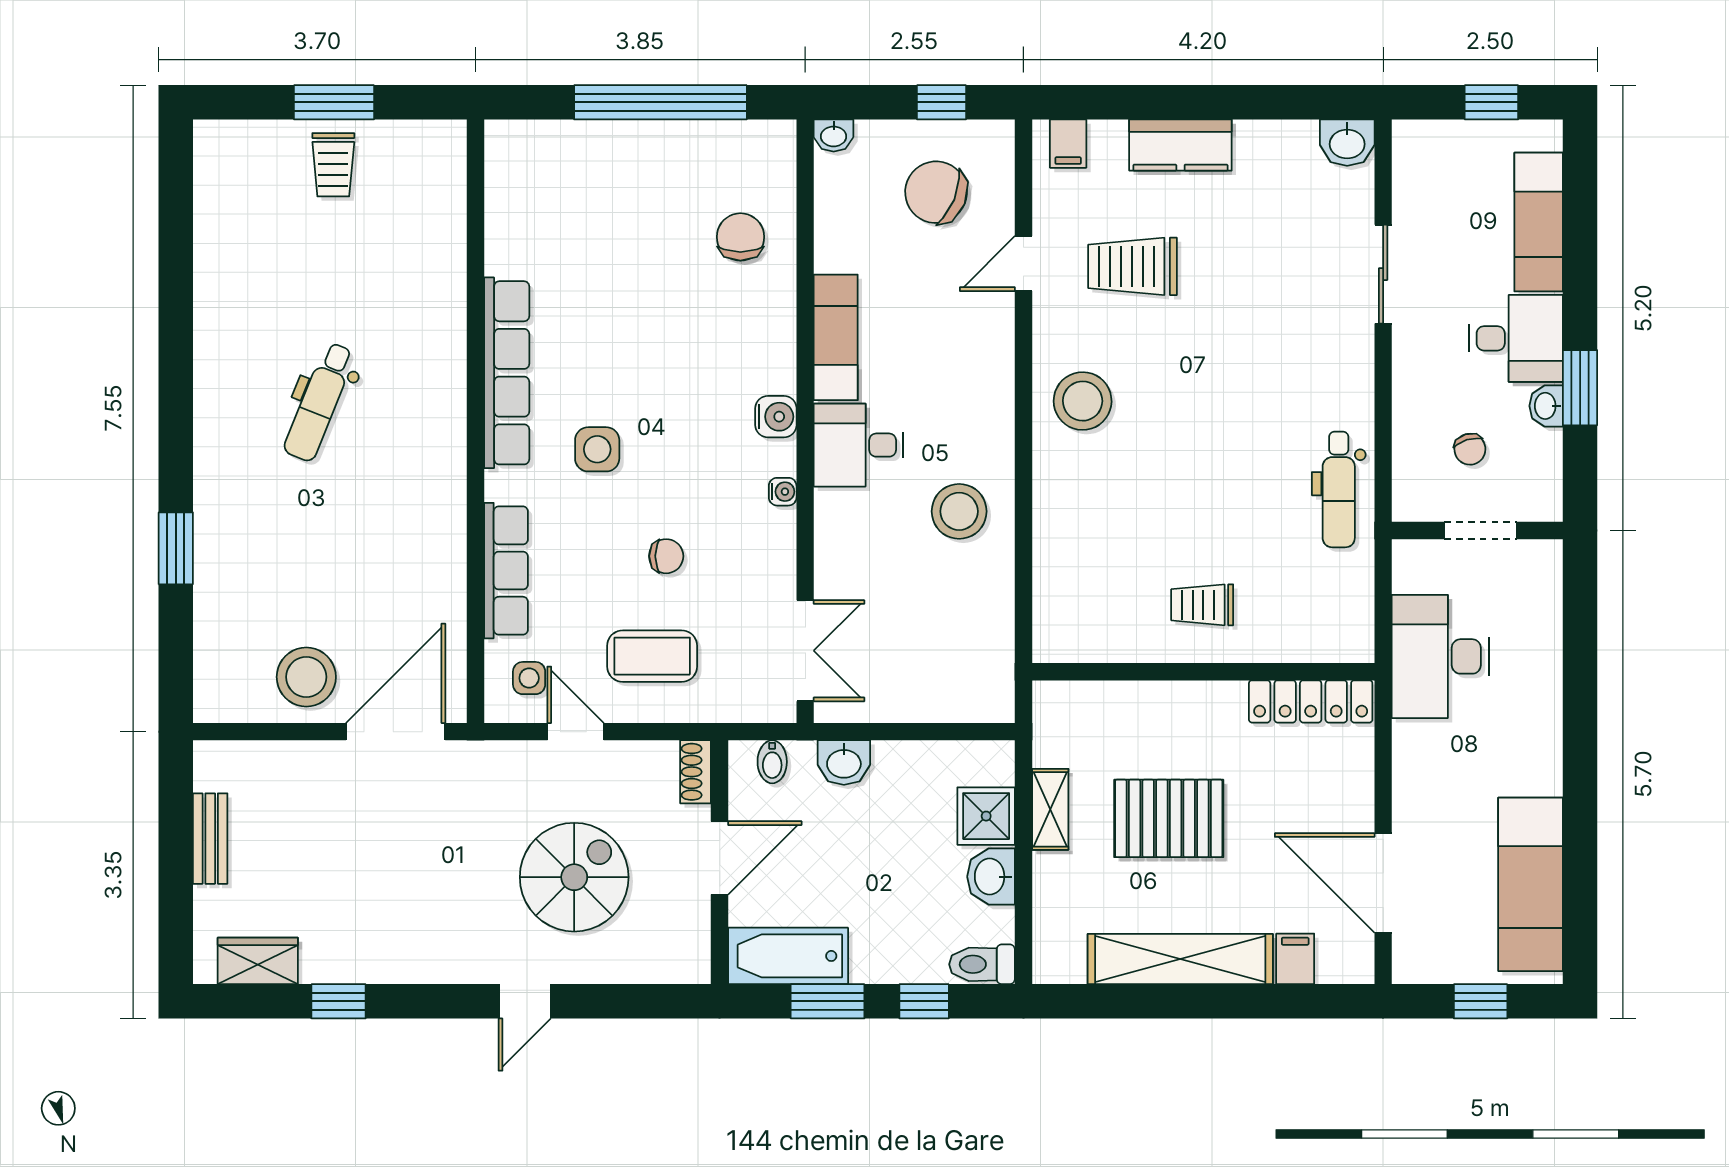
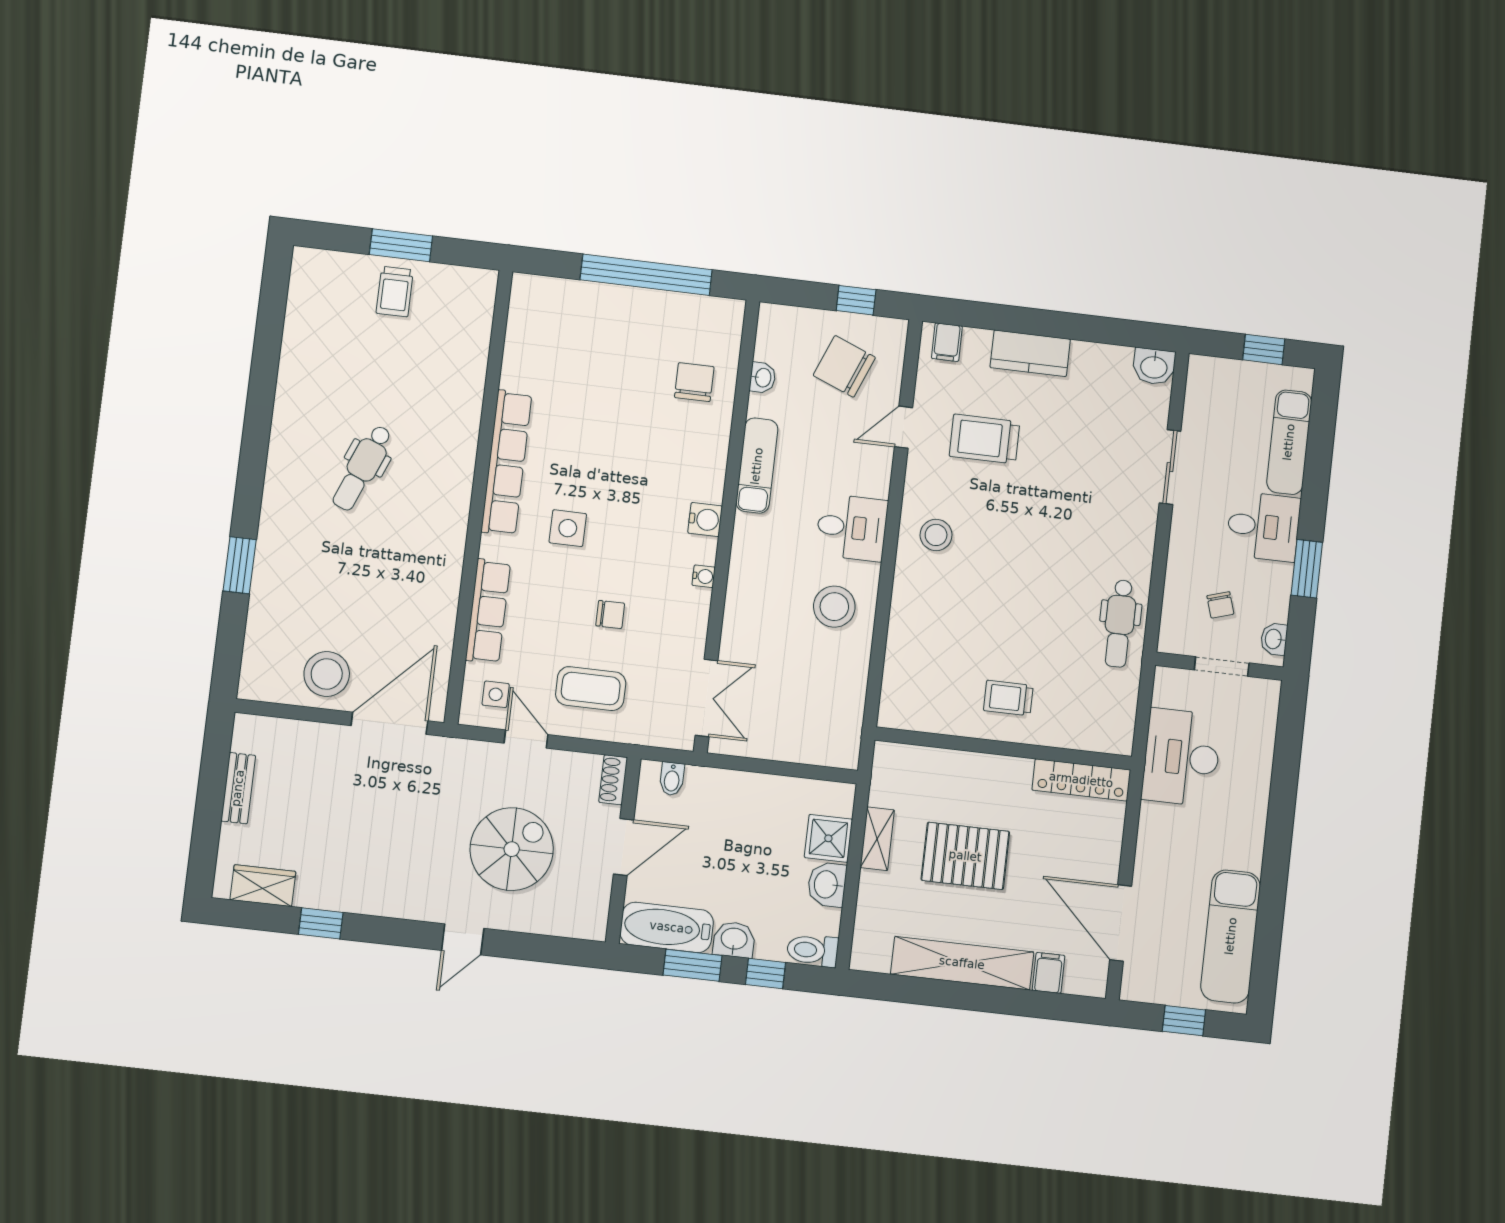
washbasin: (834, 135) -> (763, 378), moved, turned -90
stool: (1083, 401) -> (936, 535), width x0.73, depth x0.73
washbasin: (1546, 406) -> (1274, 639), moved
desk: (858, 445) -> (852, 527), moved, turned 180
washbasin: (844, 763) -> (734, 940), moved, turned 180

